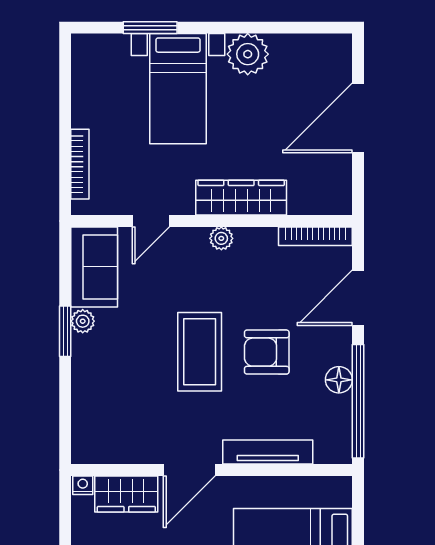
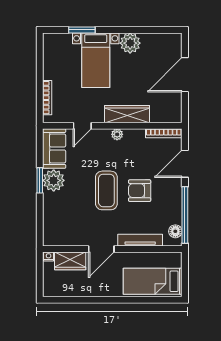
plant: (83, 321) -> (54, 180), width x1.87, depth x1.87
floor lamp: (339, 380) -> (175, 231), moved

